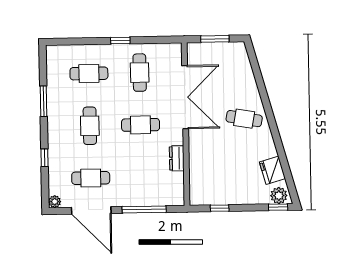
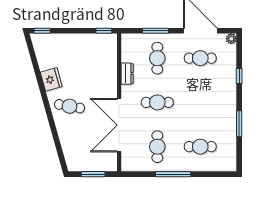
window: (120, 41) -> (173, 174), width x2.17
cafe table: (90, 126) -> (157, 58), moved
fridge: (272, 170) -> (51, 79), moved
plant: (279, 196) -> (41, 40), removed
window: (220, 208) -> (104, 31), moved
window: (144, 209) -> (156, 31), width x0.69

